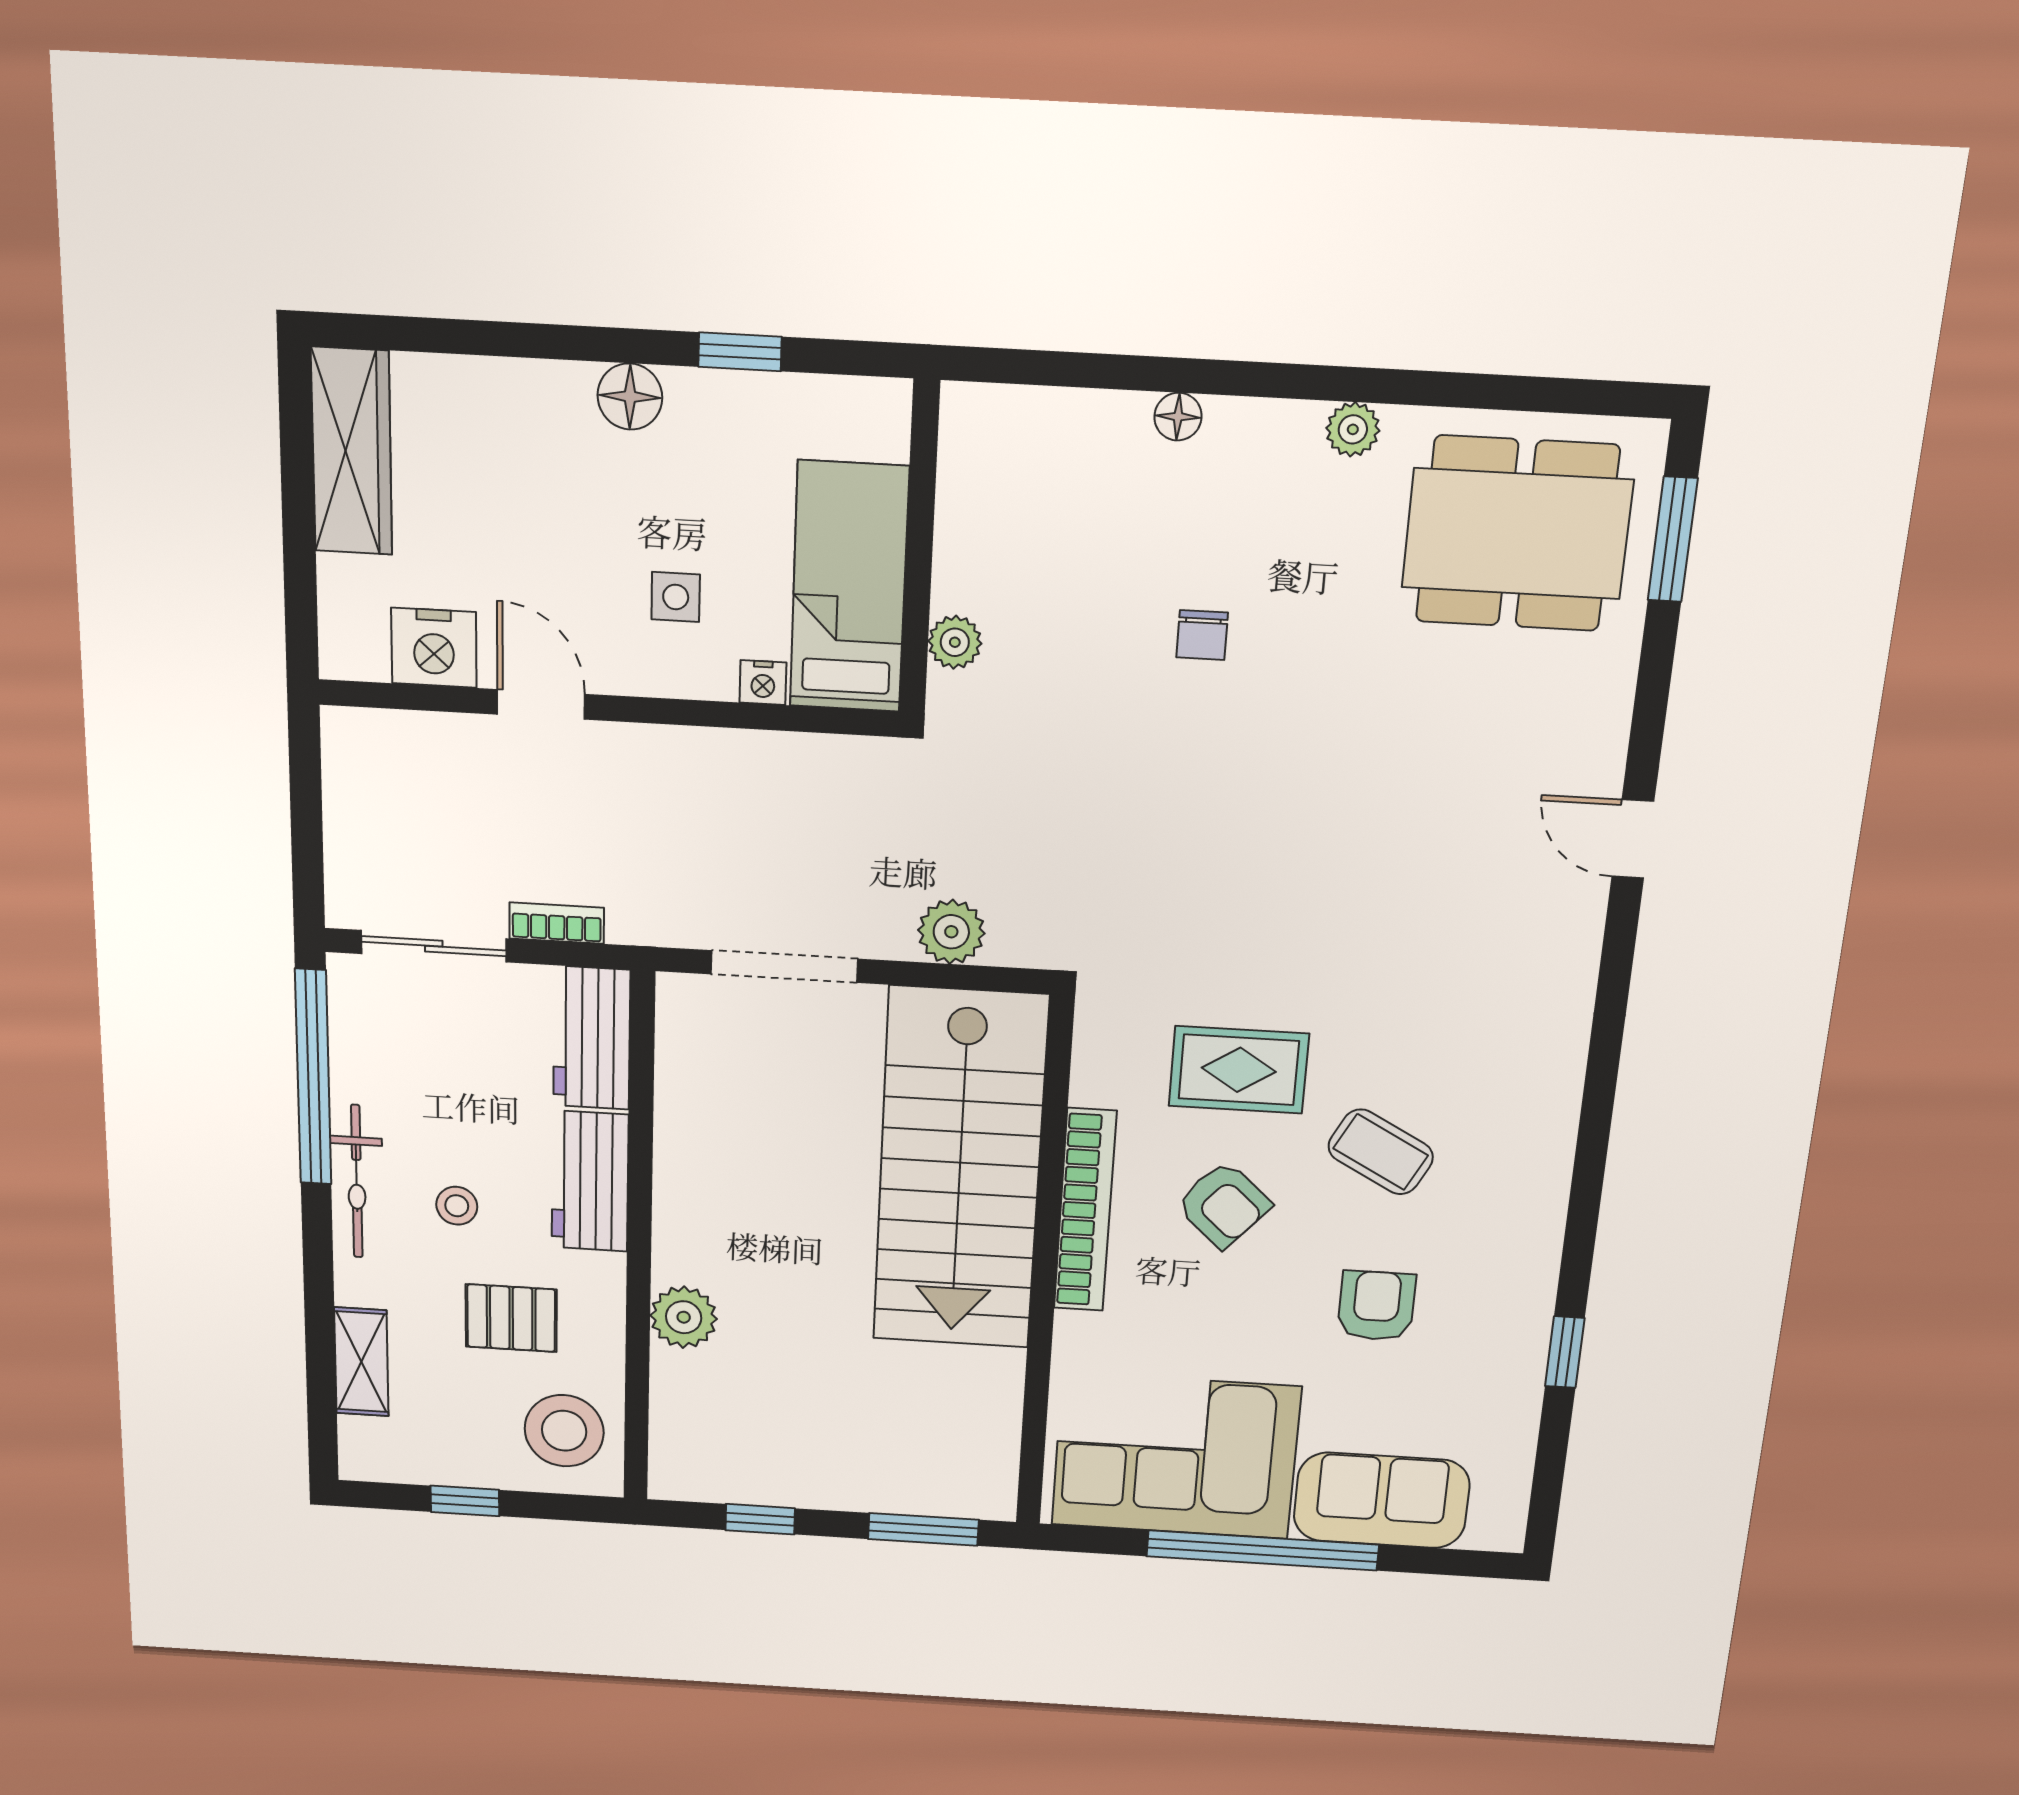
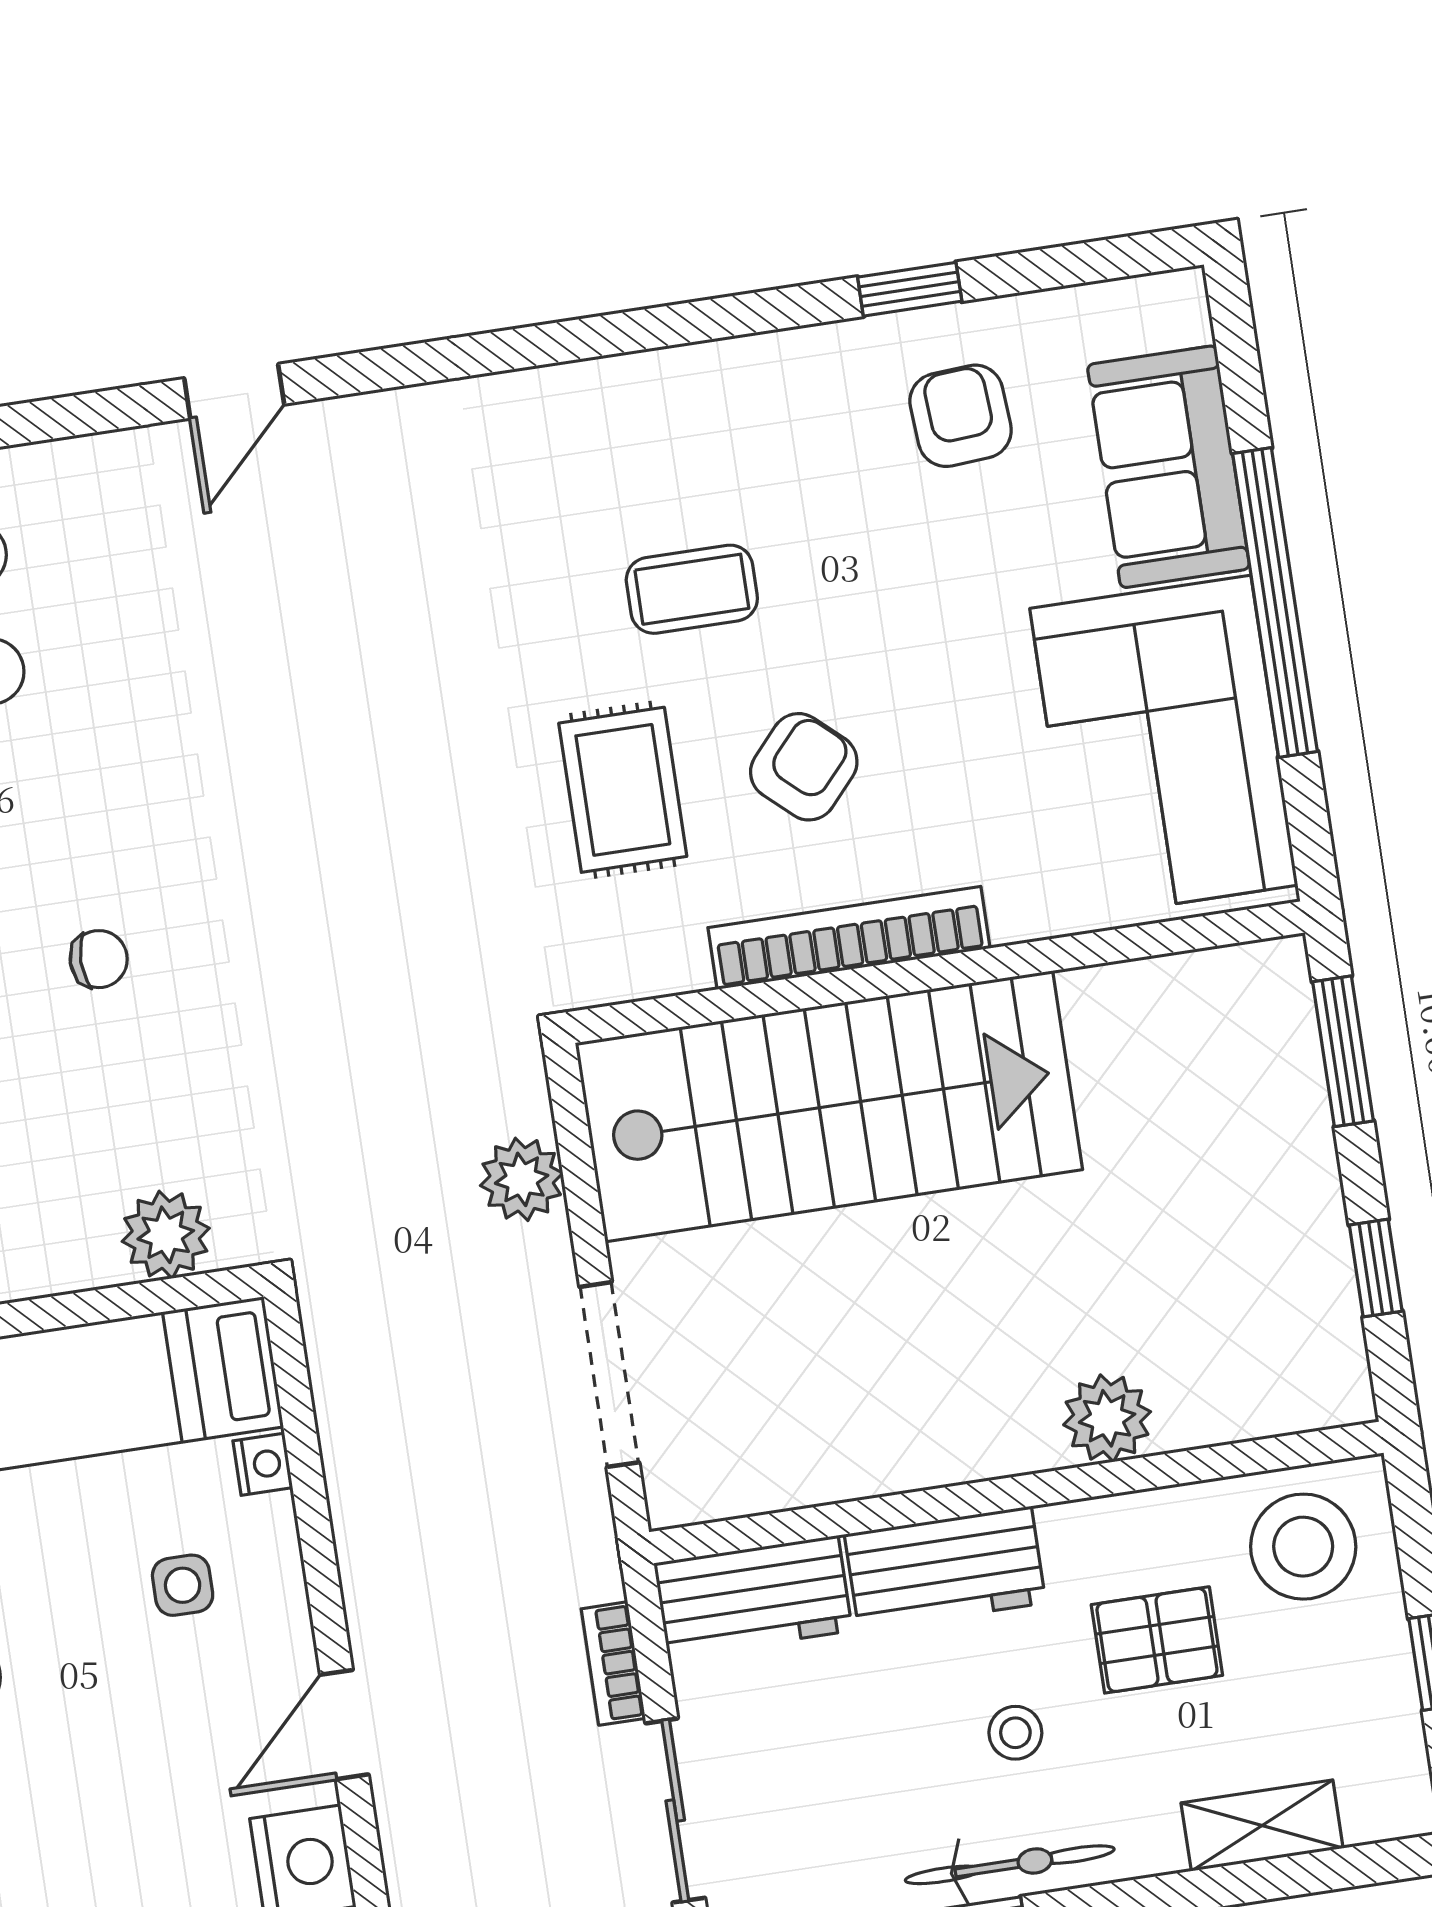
plant: (955, 642) -> (166, 1235), width x1.38, depth x1.38
coffee table: (1381, 1152) -> (692, 589), turned 62
armchair: (1376, 1306) -> (961, 416), moved, turned 86
pallet: (511, 1318) -> (1157, 1640), turned 90

